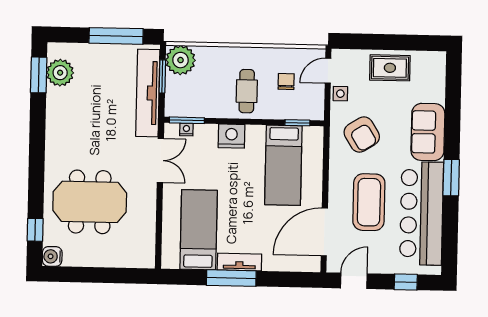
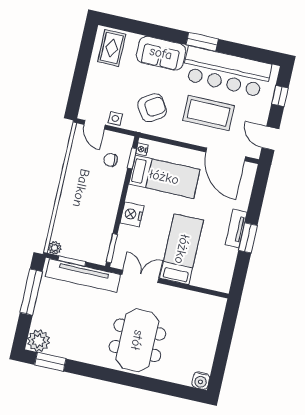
plant: (181, 60) -> (55, 248), width x0.53, depth x0.53
rug: (390, 68) -> (112, 48), moved
plant: (60, 73) -> (38, 341), moved
chair: (286, 82) -> (111, 160), moved
cafe table: (247, 91) -> (98, 194), removed
nightstand: (186, 129) -> (142, 149), moved
meeting table: (90, 202) -> (137, 340), moved
window: (35, 230) -> (176, 390), removed
bed: (199, 230) -> (182, 249), moved, turned 90
window: (231, 278) -> (248, 238), width x0.69

